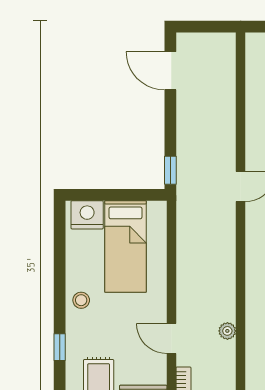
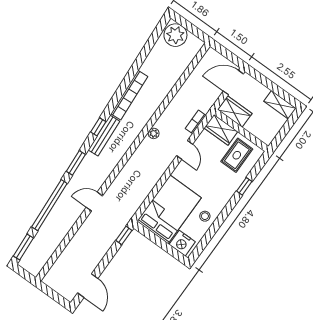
bed: (126, 246) -> (169, 209), width x1.50
stool: (81, 300) -> (205, 216), moved

